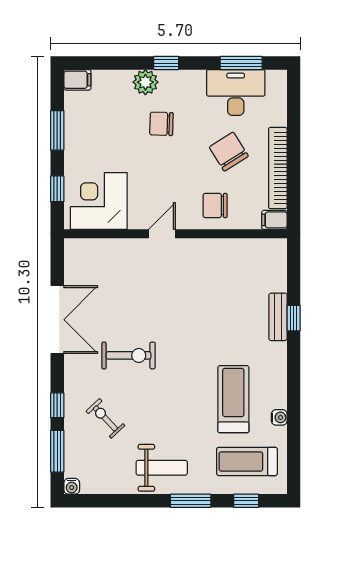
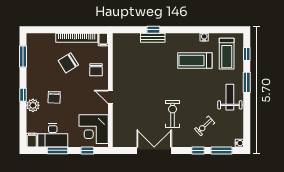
desk: (236, 92) -> (53, 135), moved, turned -90

